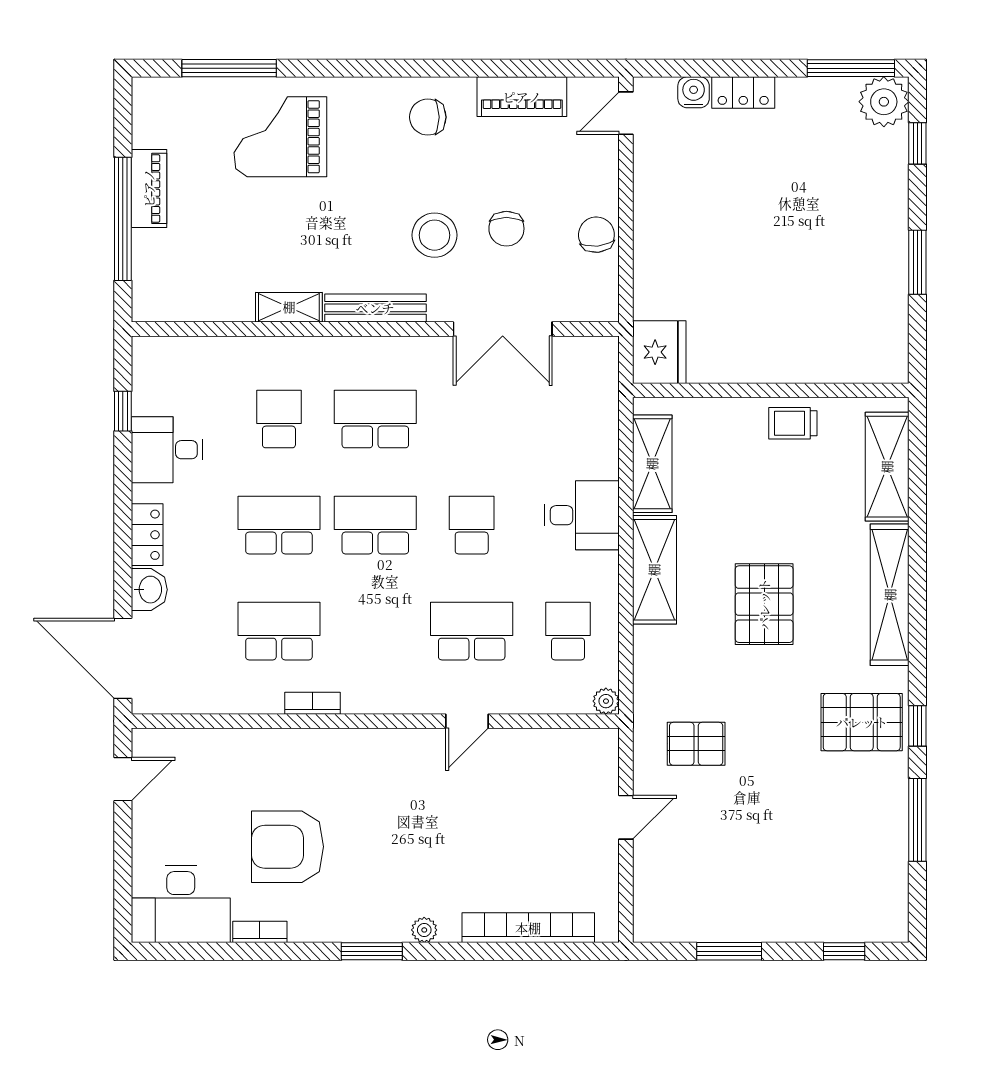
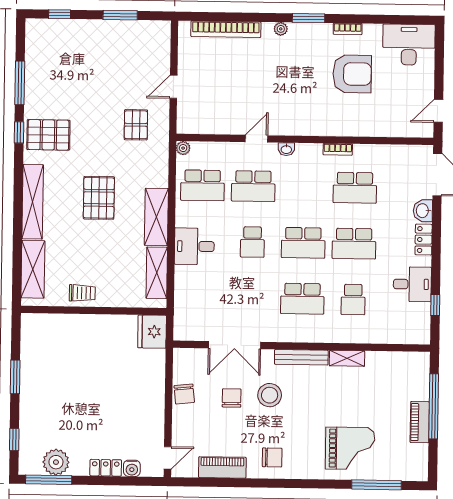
plant: (884, 102) -> (56, 462), moved
double door: (503, 329) -> (234, 345), swing flipped
school desk: (568, 631) -> (202, 185), width x1.85
washbasin: (410, 702) -> (286, 149), added
pallet: (696, 744) -> (136, 125), turned 90
bookcase: (260, 932) -> (348, 29), moved

